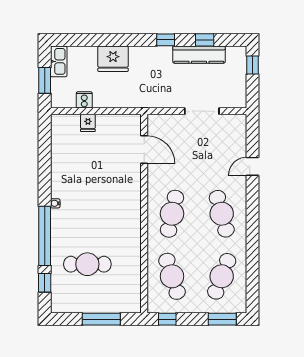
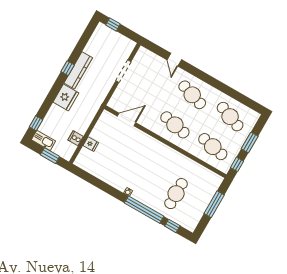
window: (205, 40) -> (36, 123), moved
kitchen counter: (199, 55) -> (78, 70), moved
fridge: (113, 59) -> (66, 98), moved
cafe table: (222, 214) -> (192, 95), turned 33
cafe table: (172, 276) -> (213, 147), turned 30
window: (222, 319) -> (250, 142), moved

